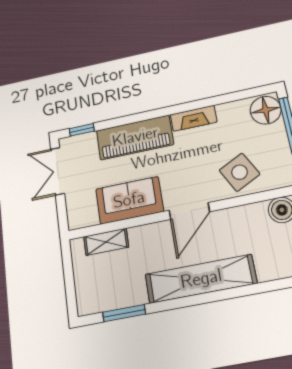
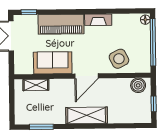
floor lamp: (266, 110) -> (145, 20), width x0.53, depth x0.53
shelving: (201, 279) -> (87, 115), width x0.68

